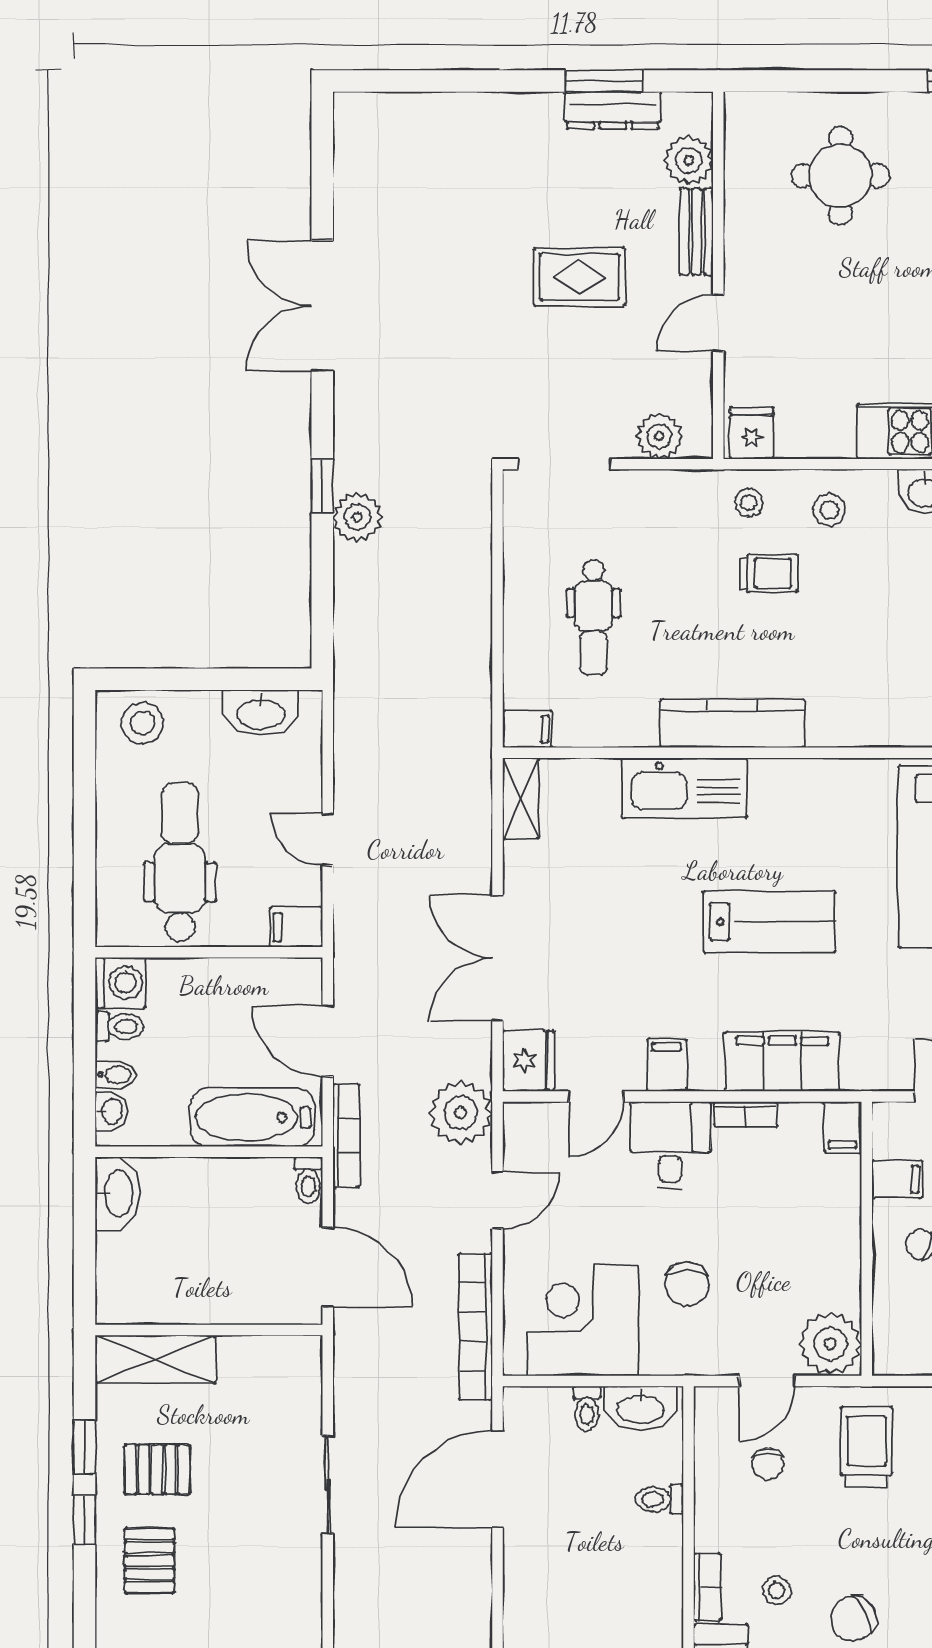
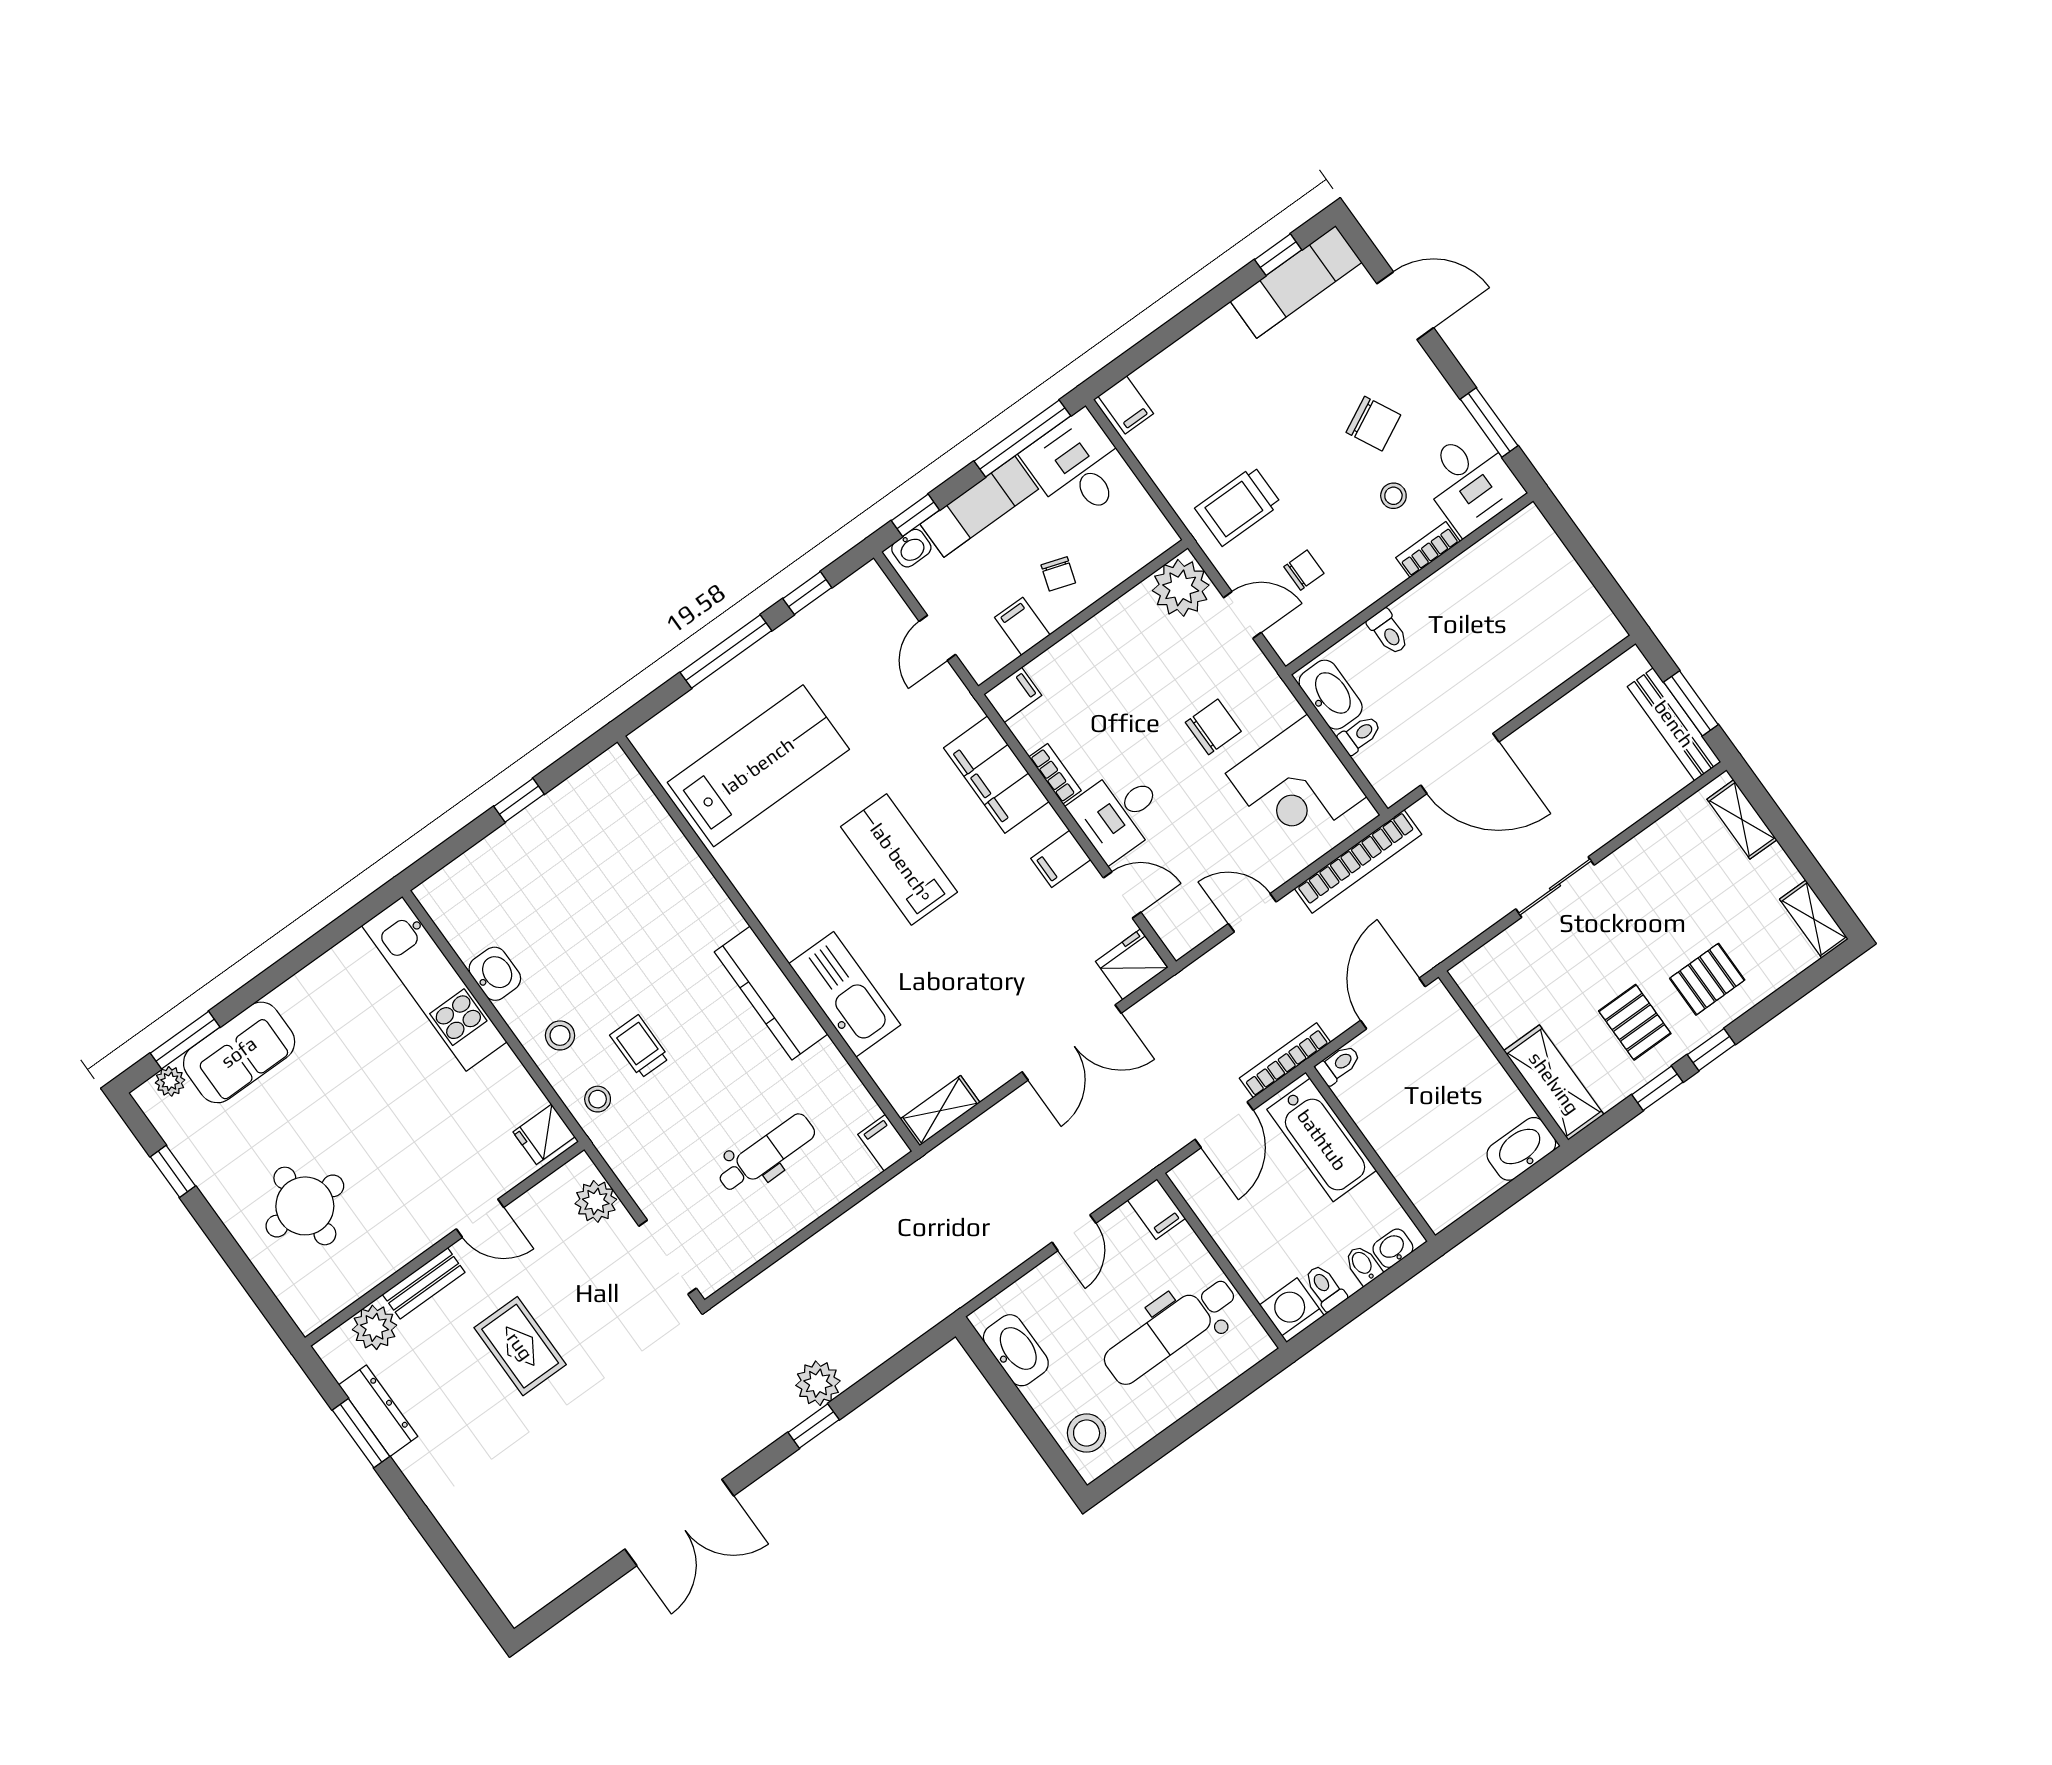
plant: (461, 1113) -> (1206, 987), removed
washbasin: (117, 1193) -> (1521, 1149), moved

